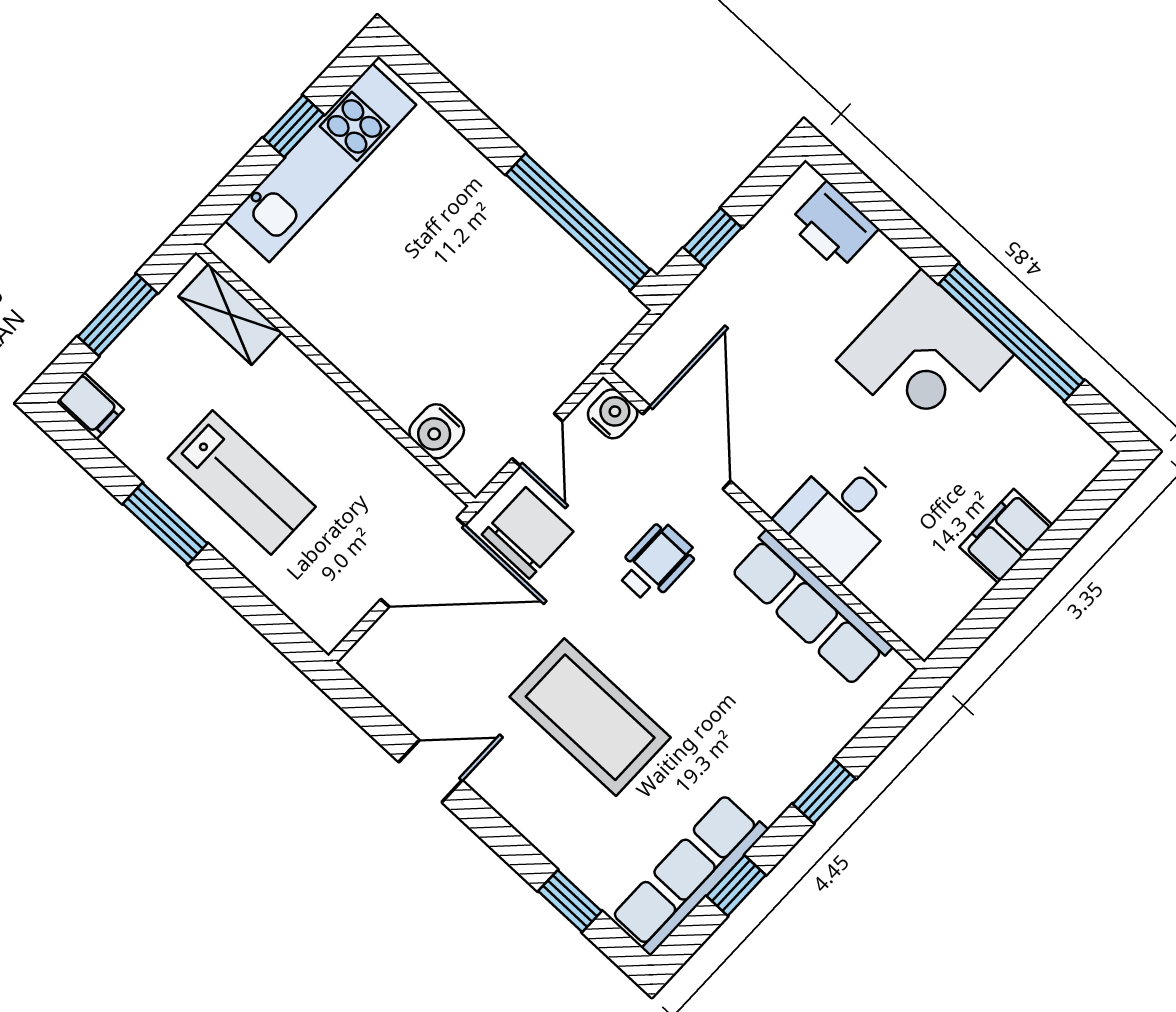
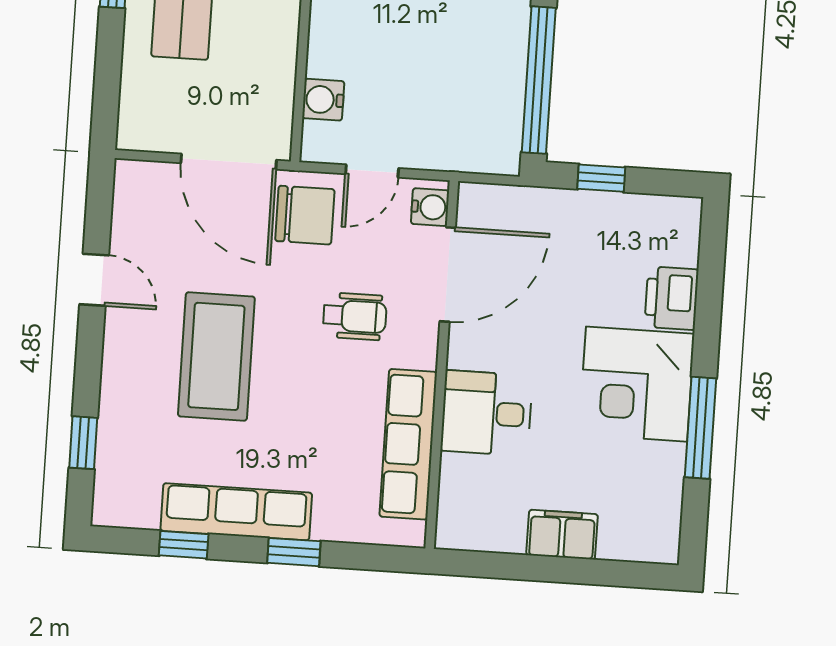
printer: (833, 226) -> (671, 298), moved
window: (1012, 332) -> (700, 428), width x0.68
row of seats: (689, 874) -> (236, 512), moved

